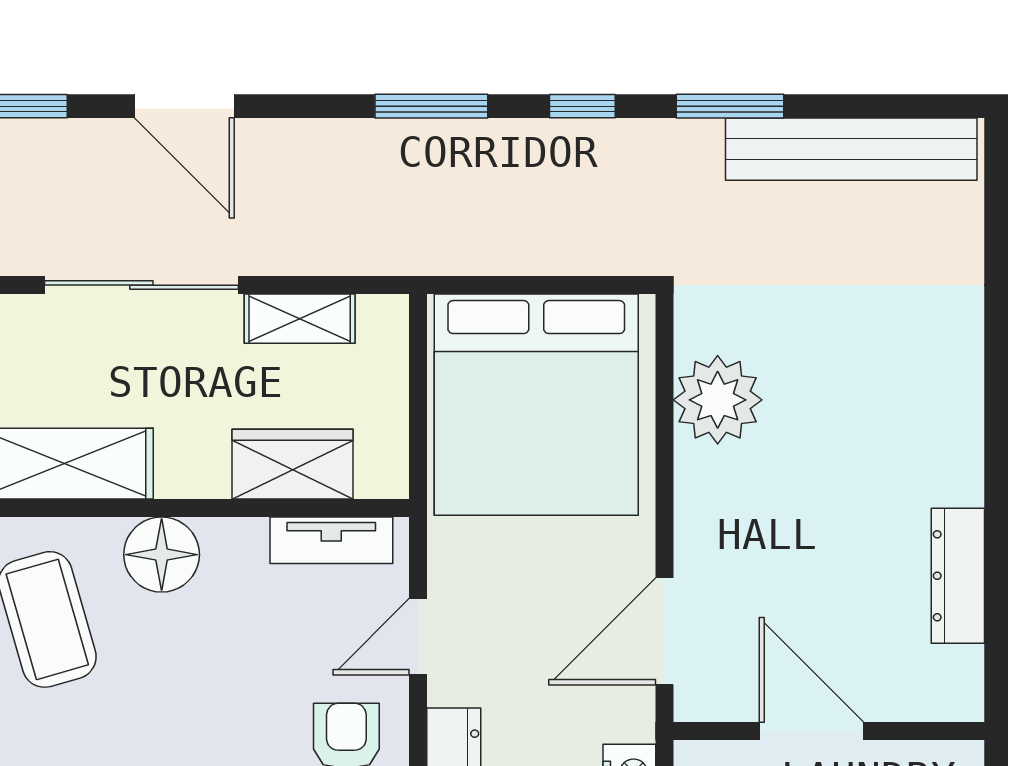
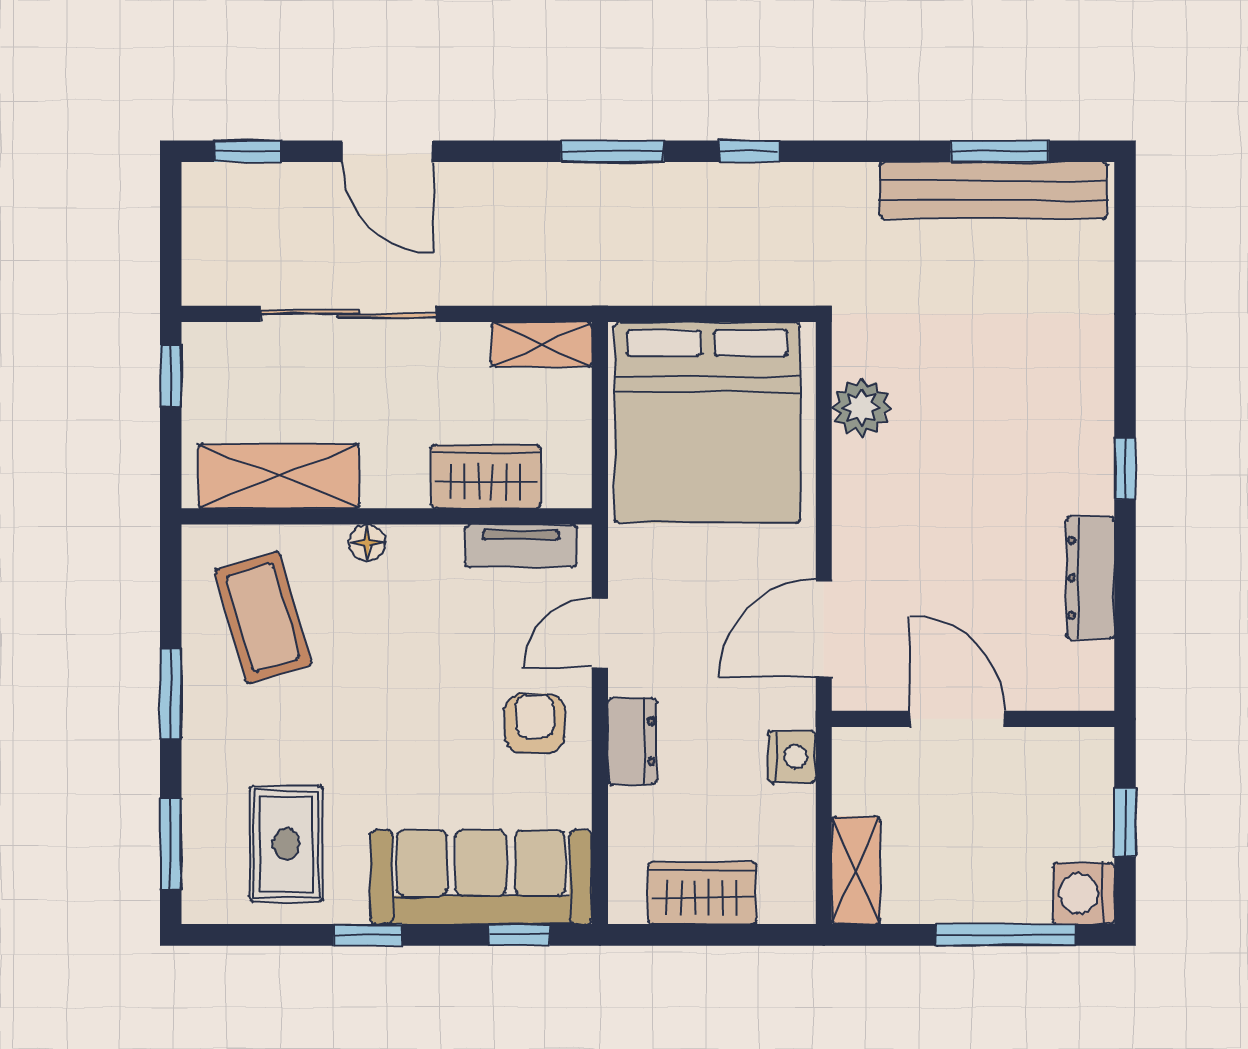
window: (730, 106) -> (1000, 151), moved
shelving: (300, 319) -> (542, 344), moved
plant: (718, 400) -> (861, 407), width x0.73, depth x0.73
window: (996, 455) -> (1125, 468), added
floor lamp: (162, 555) -> (367, 543), width x0.53, depth x0.53

